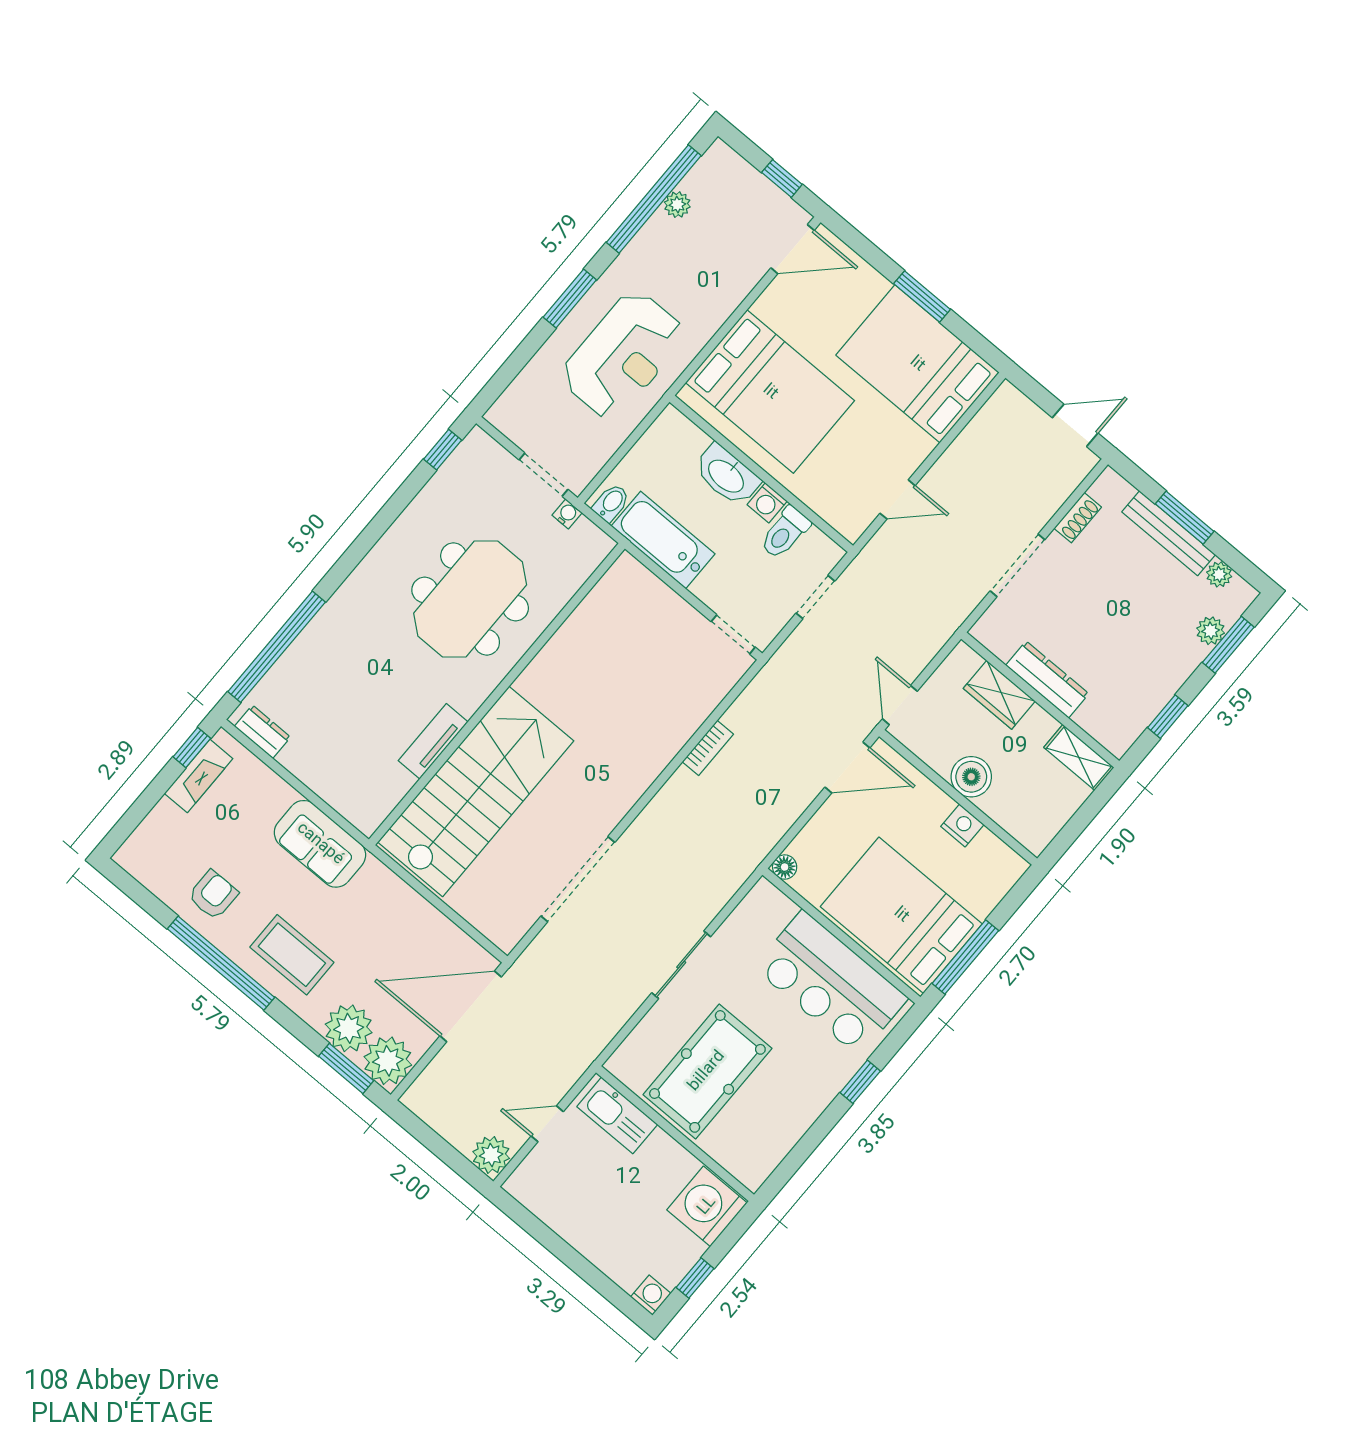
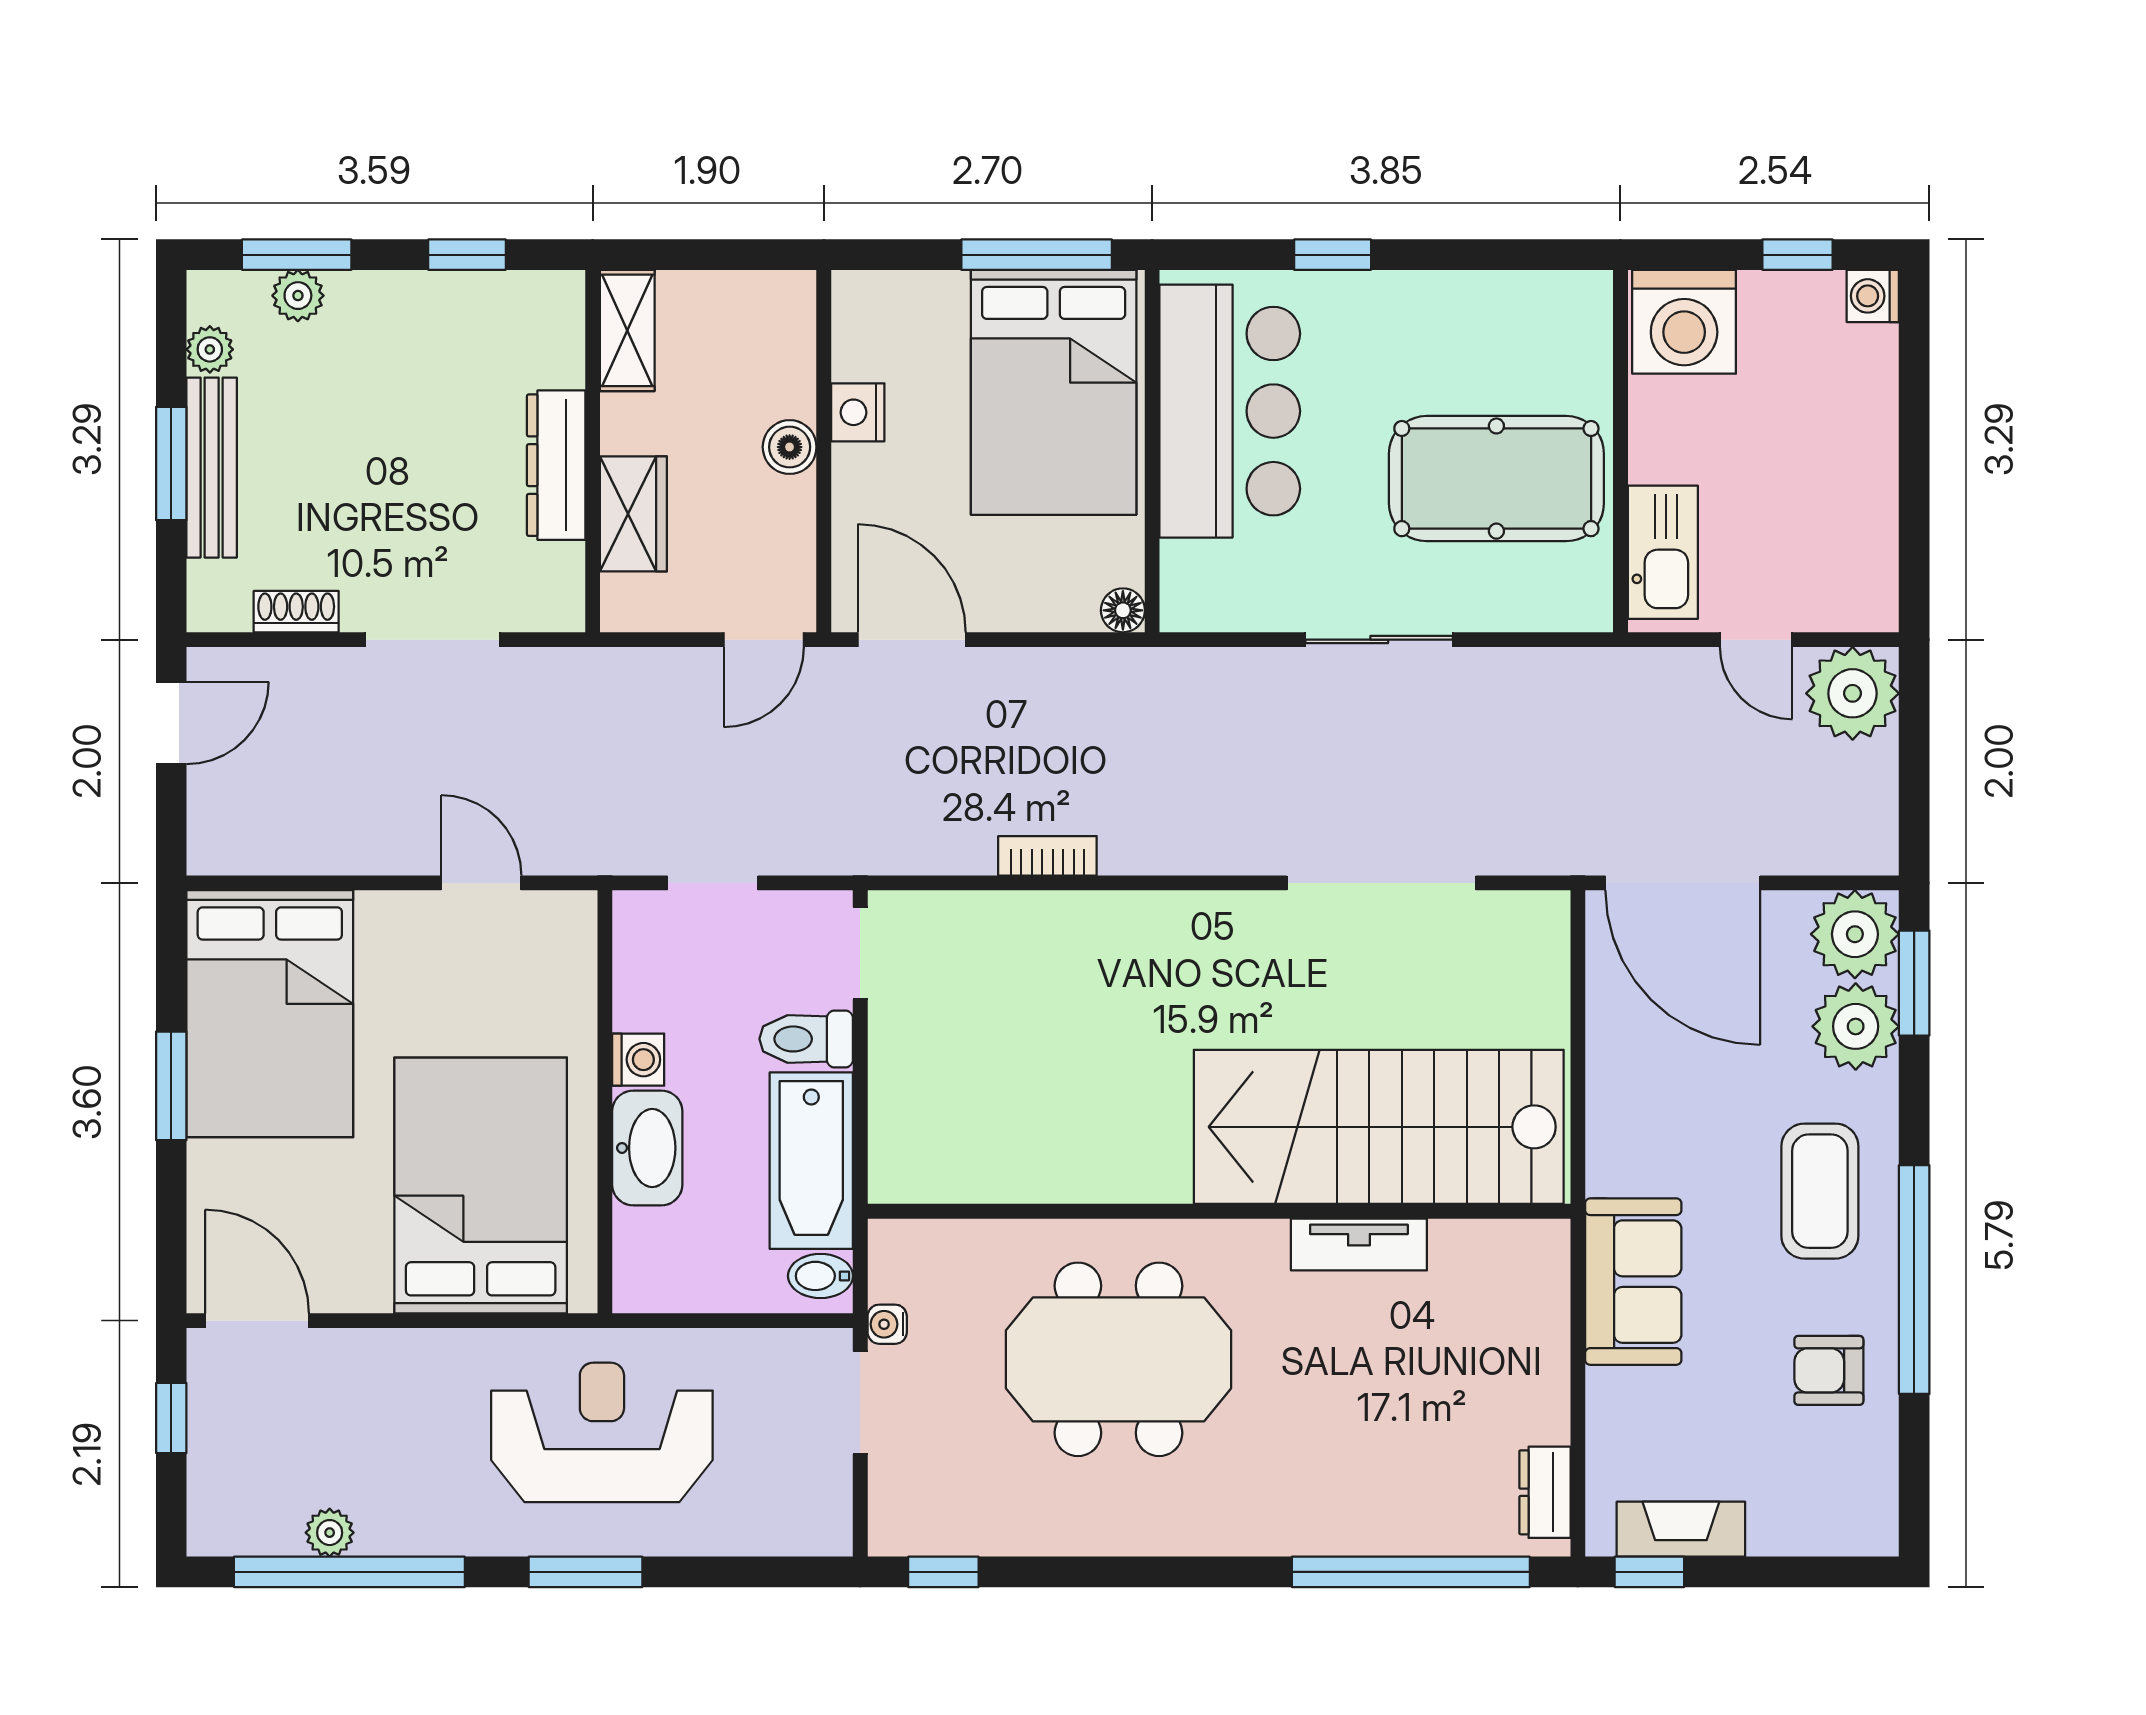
door: (1075, 425) -> (171, 723), swing flipped
toilet: (785, 533) -> (806, 1039), moved, turned 180
boiler: (971, 777) -> (790, 447), width x0.73, depth x0.73
plant: (491, 1155) -> (1853, 693), width x1.36, depth x1.36

